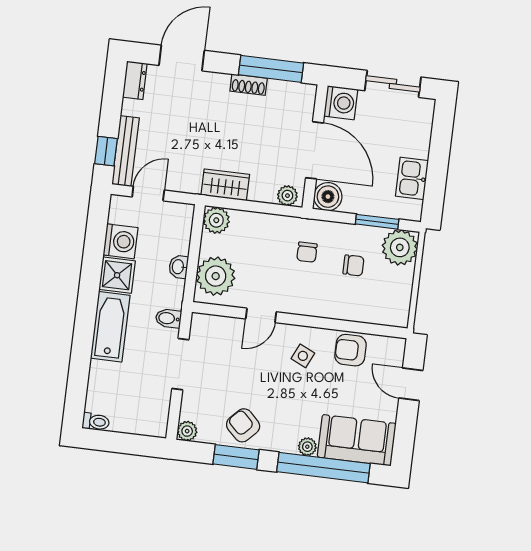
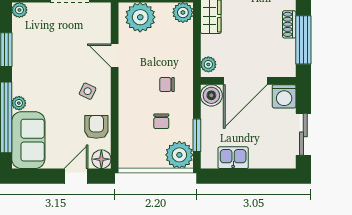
floor lamp: (393, 349) -> (101, 159), added
armchair: (243, 425) -> (29, 52), removed

